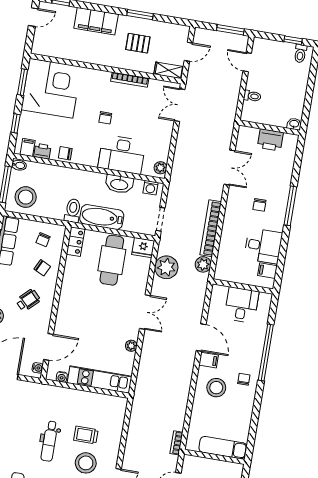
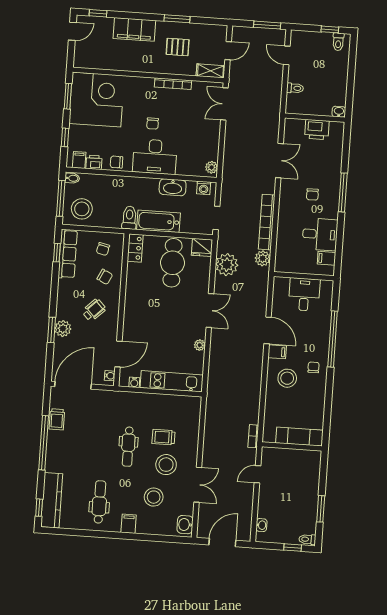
desk: (122, 154) -> (155, 157), moved

